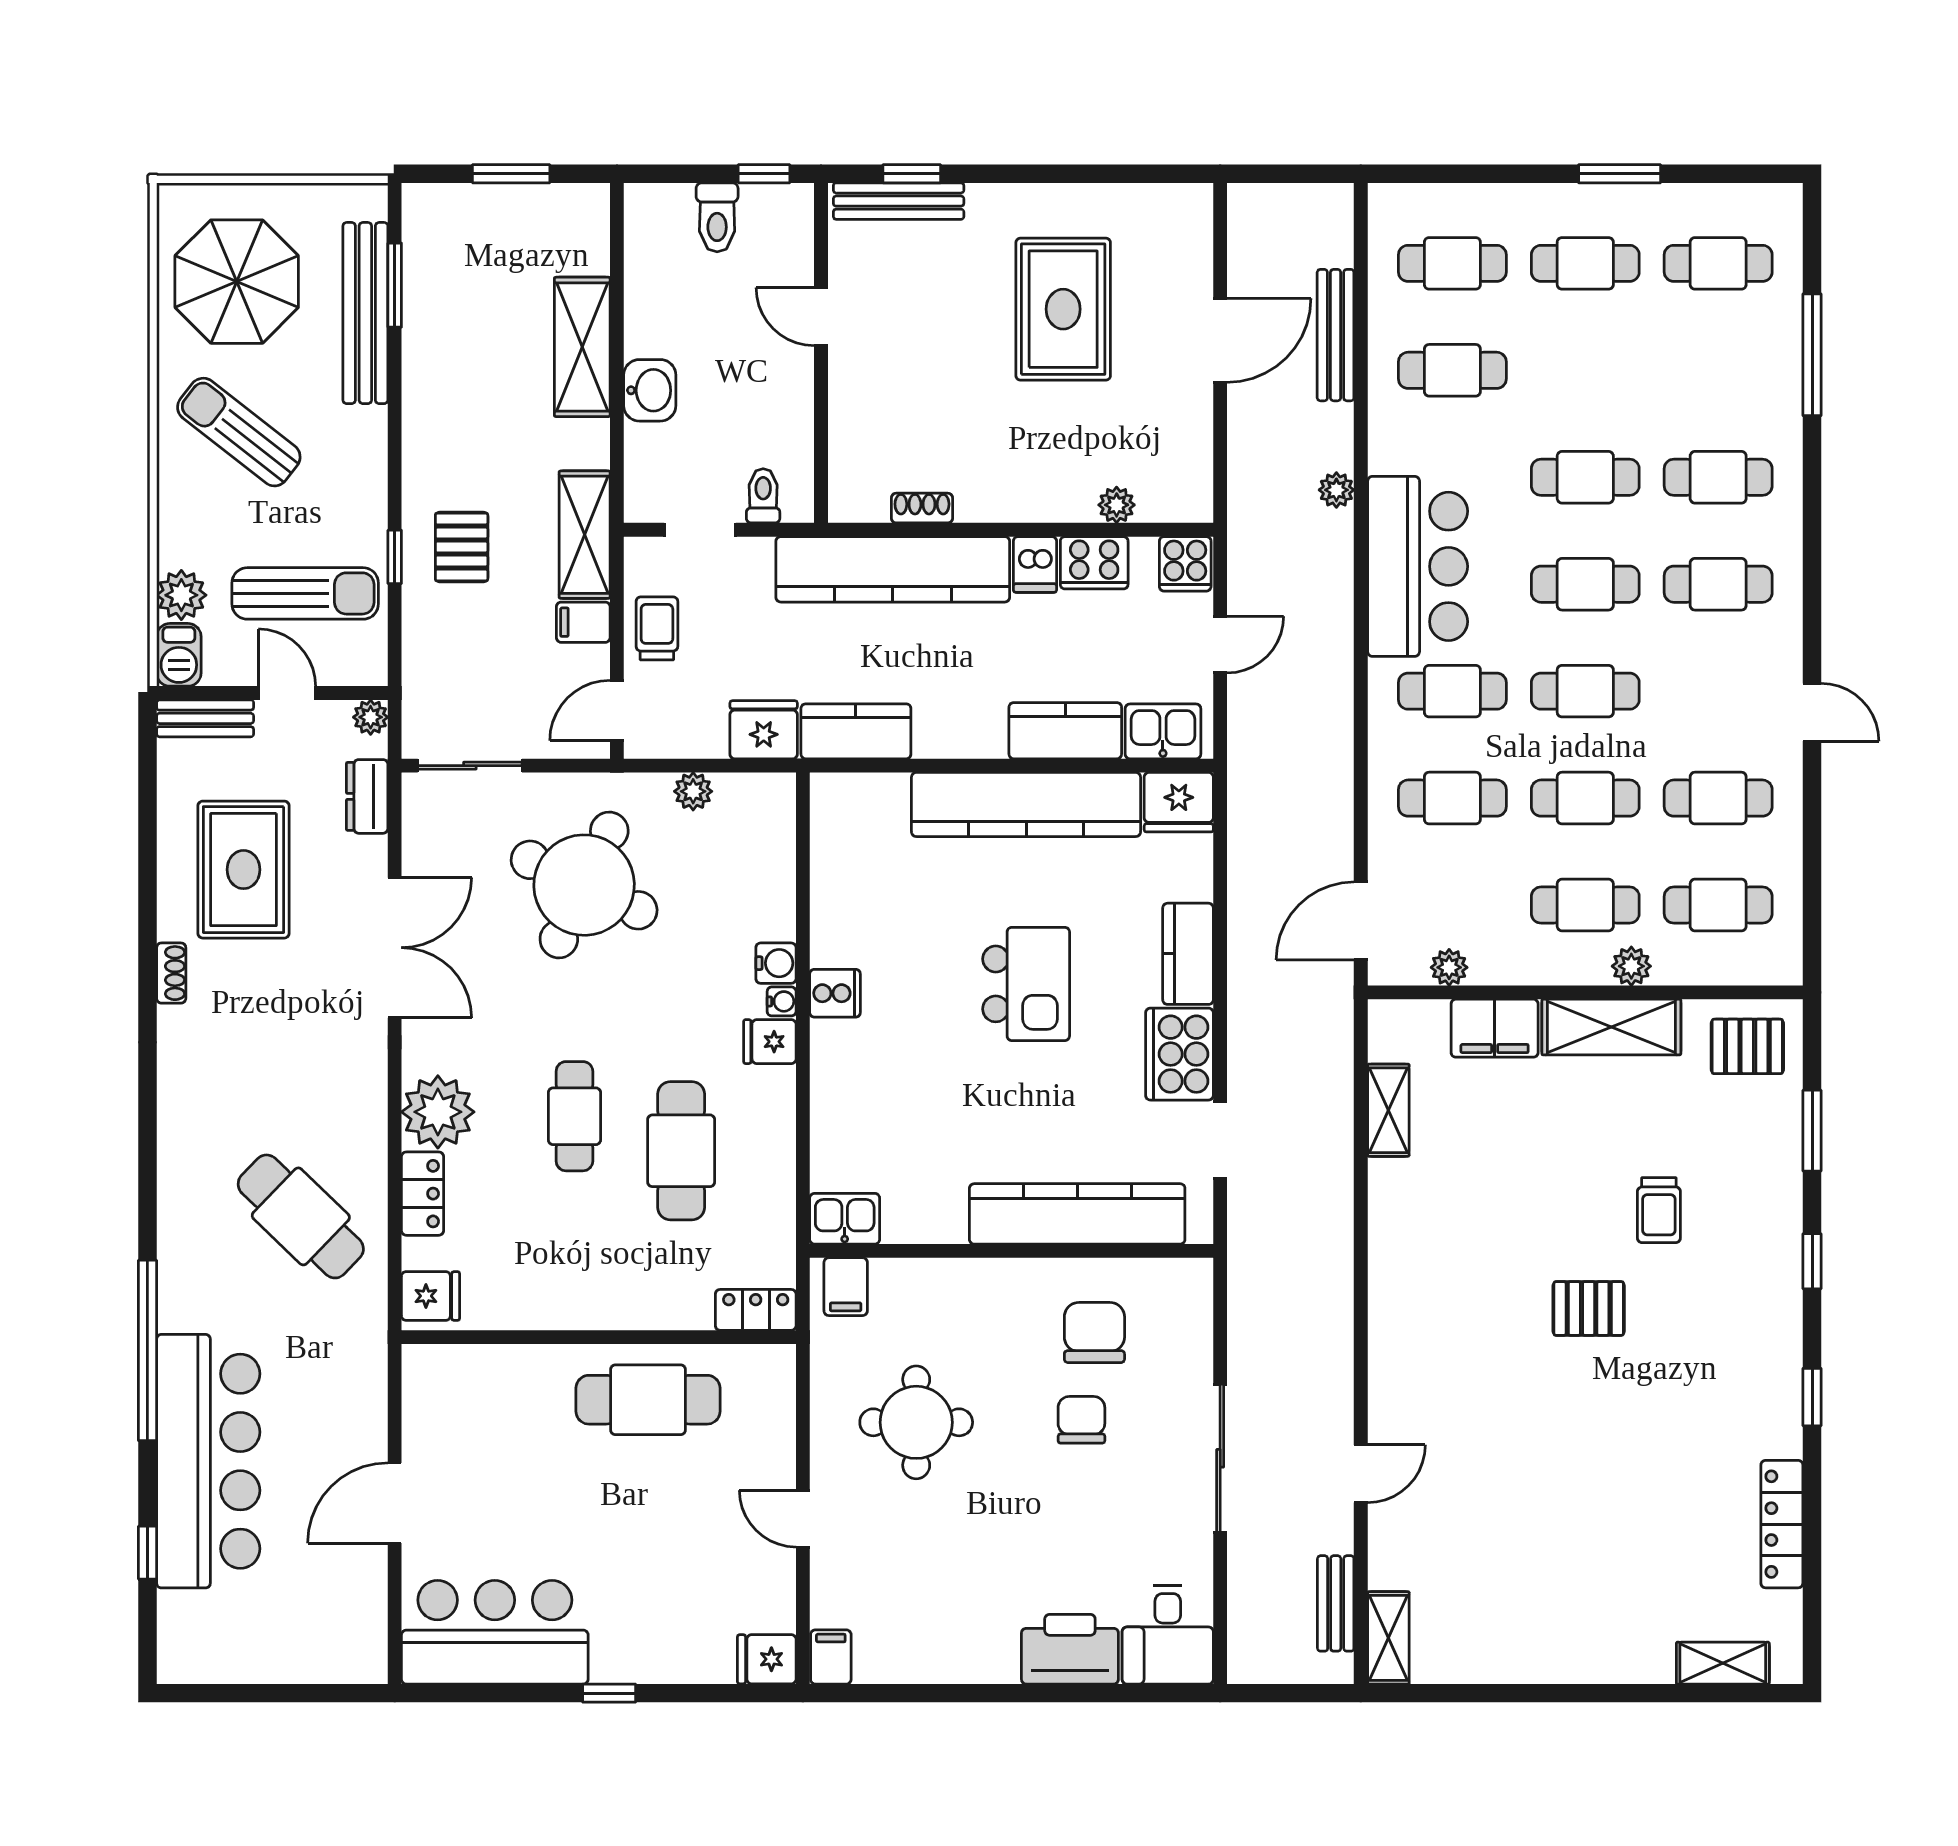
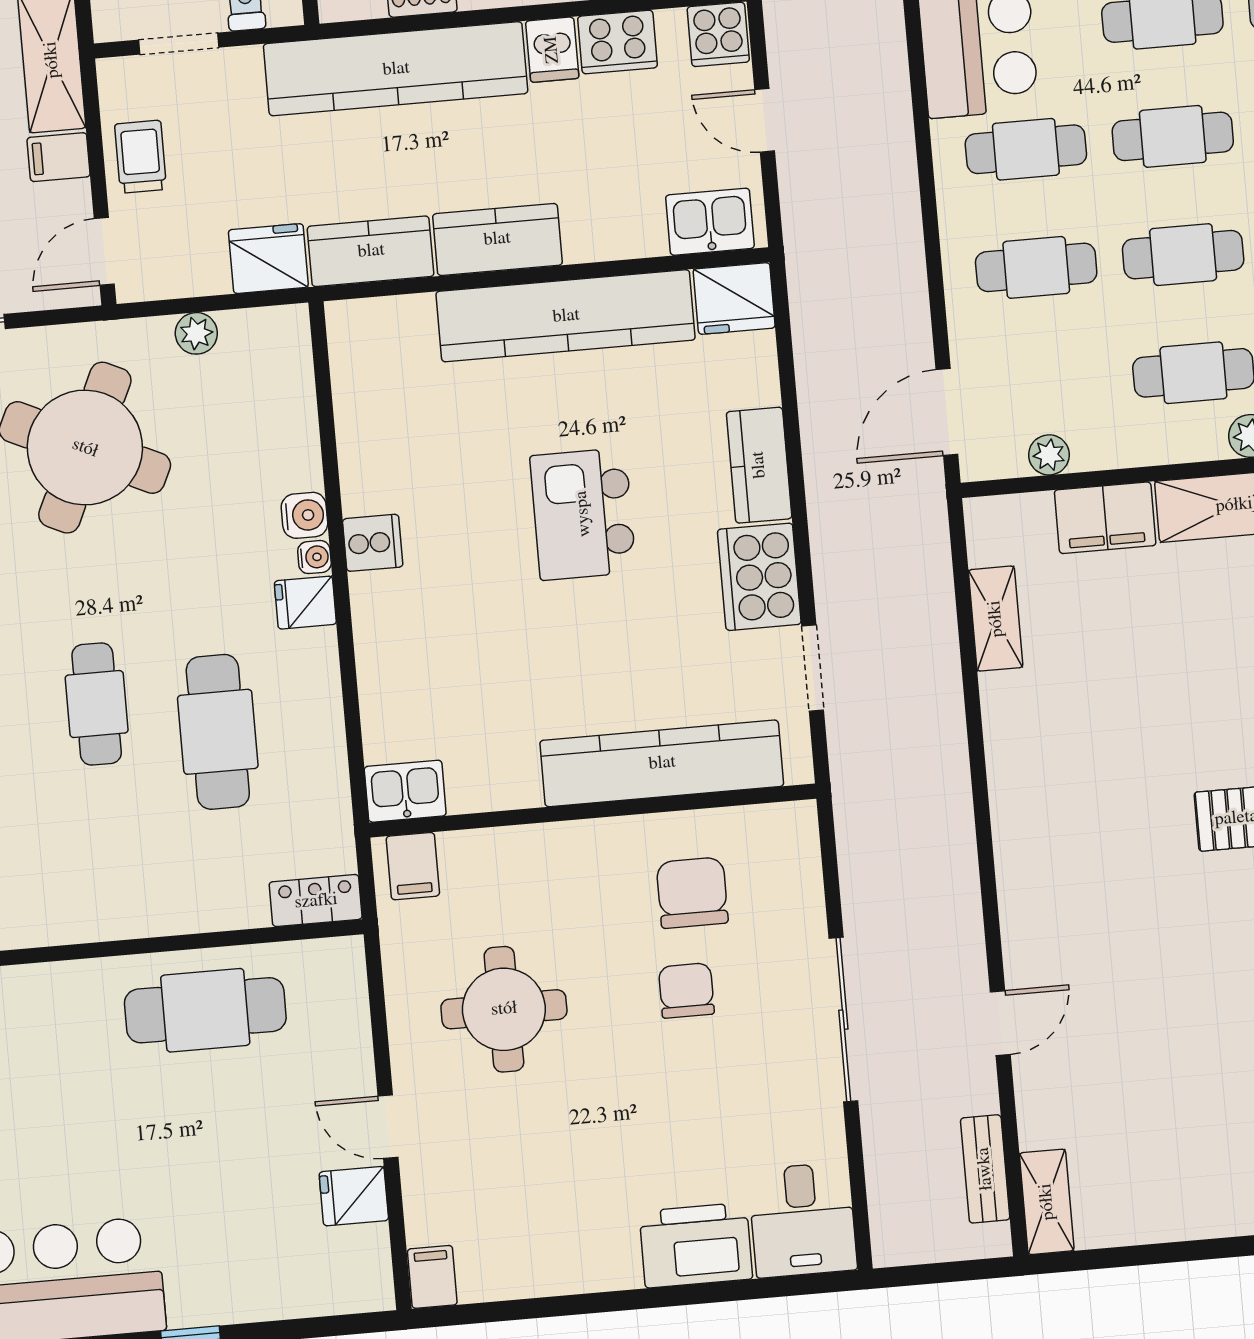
door: (1220, 645) -> (765, 120), swing flipped
kitchen counter: (1065, 731) -> (497, 239), moved
kitchen island: (1026, 984) -> (583, 514), turned 180
fridge: (767, 1659) -> (354, 1196), moved

